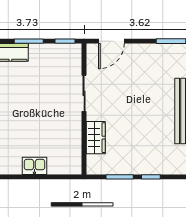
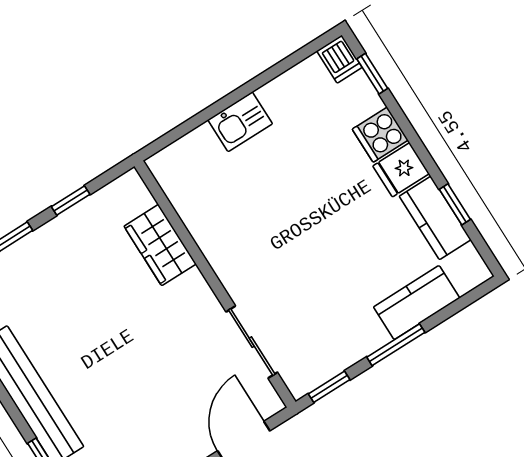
sliding door: (84, 93) -> (252, 342), moved
window: (120, 177) -> (71, 200), width x0.67

